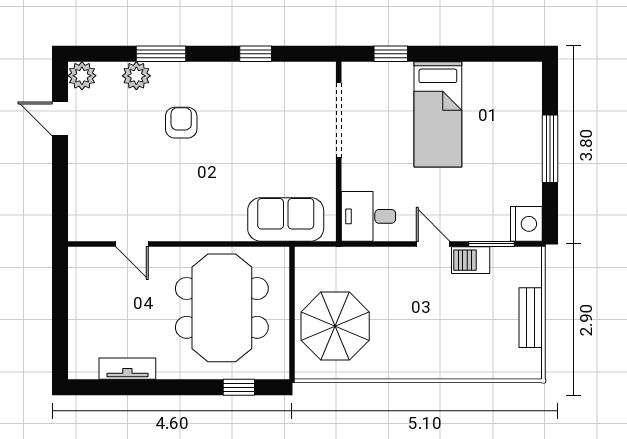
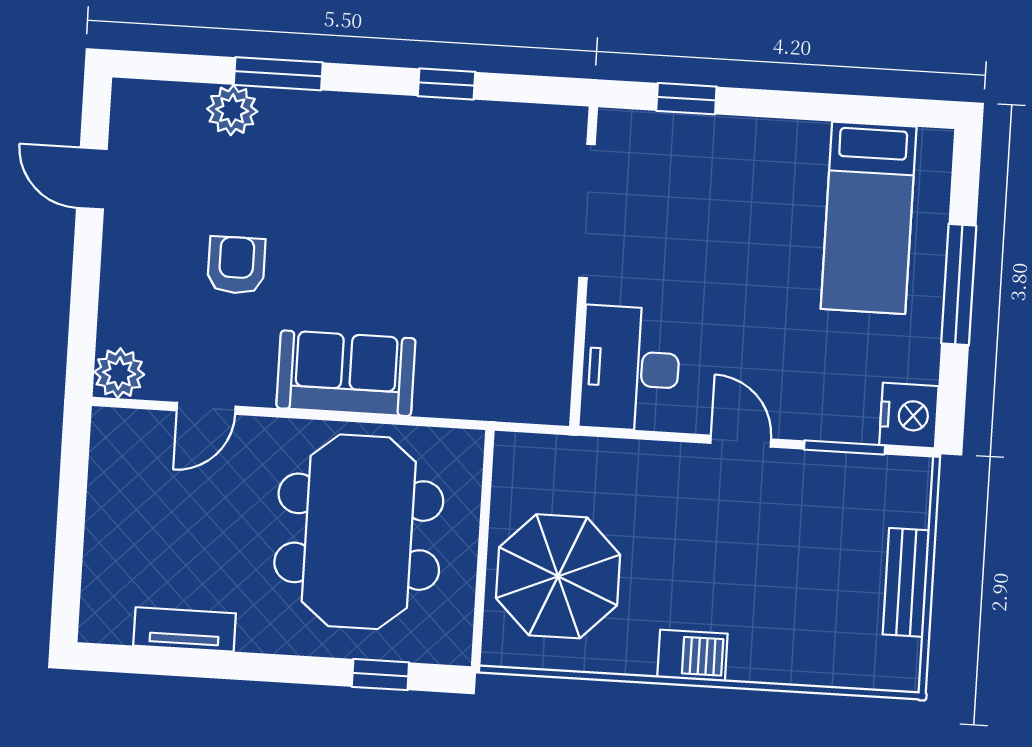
plant: (82, 76) -> (119, 373), moved
bed: (438, 114) -> (869, 218), moved
armchair: (181, 123) -> (236, 265), moved
desk: (368, 216) -> (630, 368), width x1.37
sofa: (286, 219) -> (346, 373), moved
door: (132, 244) -> (206, 408), hinge flipped
barbecue: (471, 260) -> (692, 656), moved, turned 180

